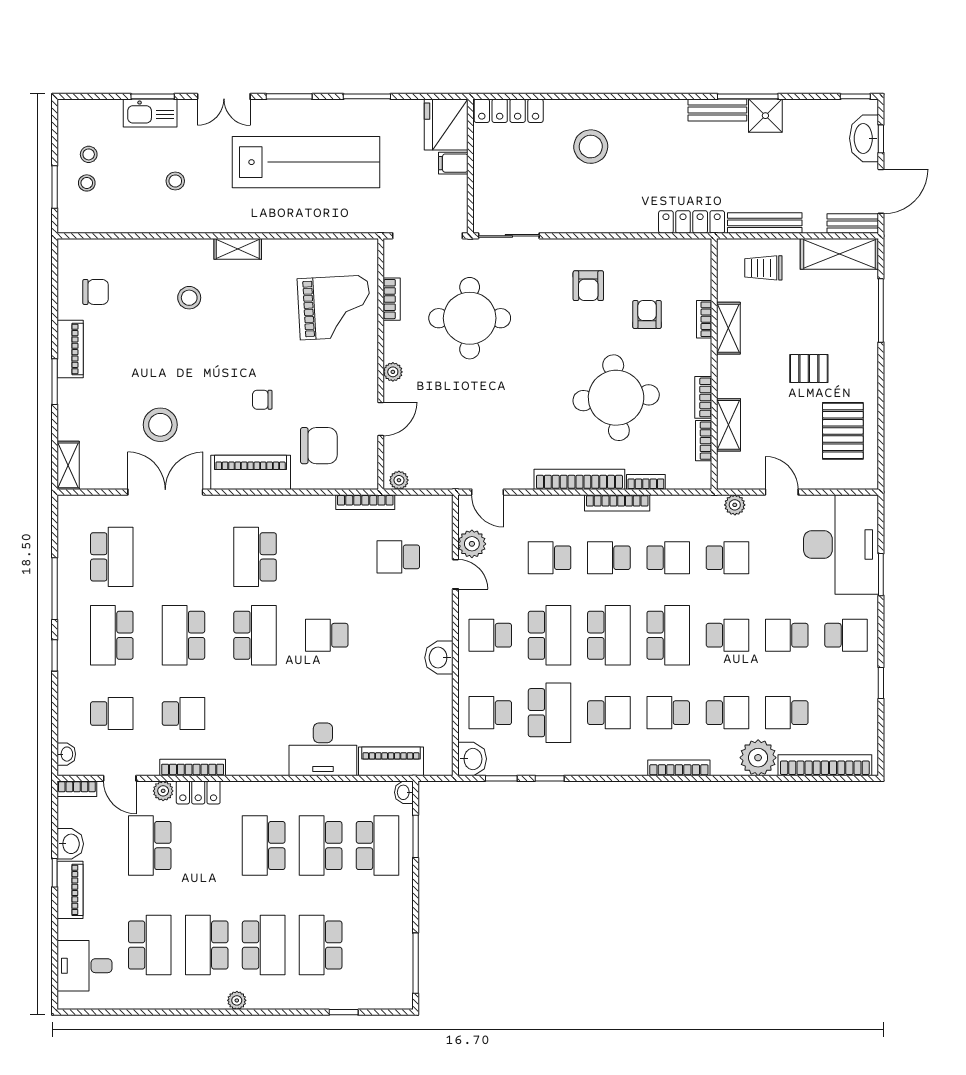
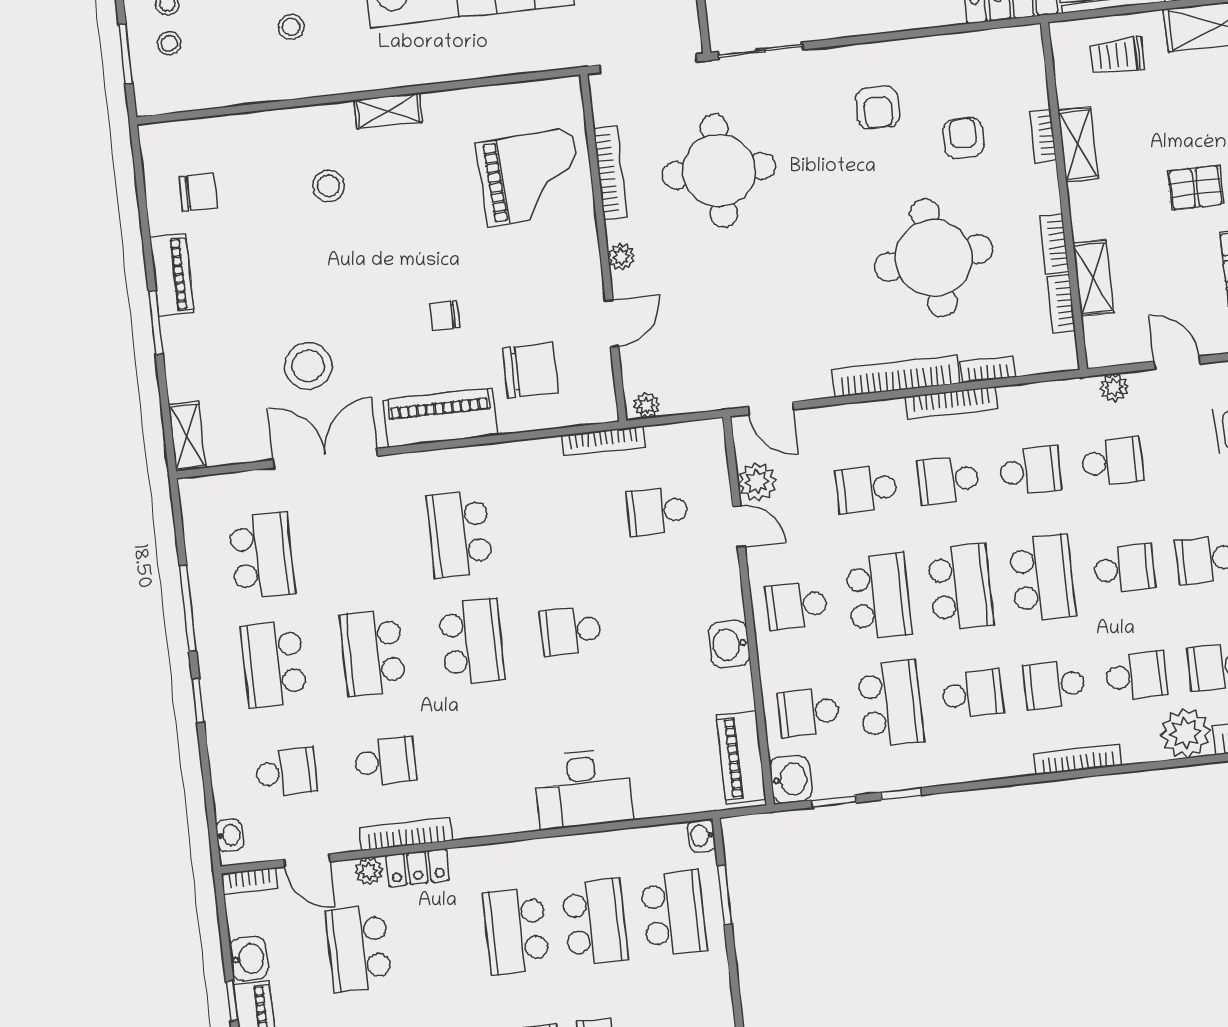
bookcase: (392, 299) -> (610, 173), width x1.56
piano: (391, 761) -> (741, 757), moved, turned -90
school desk: (321, 846) -> (595, 922), turned 180

